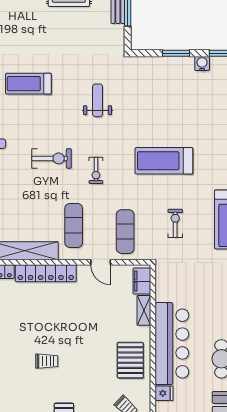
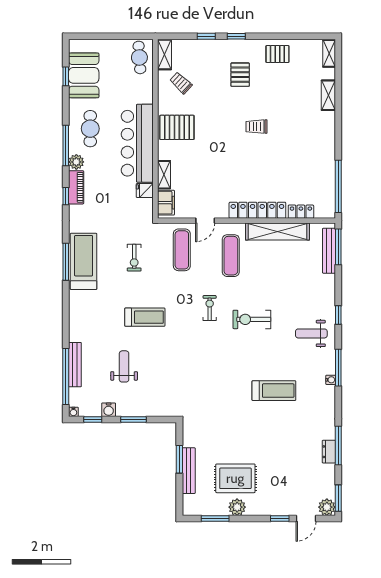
weight bench: (98, 100) -> (124, 366), moved, turned 180
treadmill: (164, 161) -> (145, 317), width x0.73, depth x0.73
door: (101, 262) -> (205, 221), swing flipped
pallet: (130, 360) -> (177, 127), turned 90
fridge: (164, 393) -> (145, 191), moved

